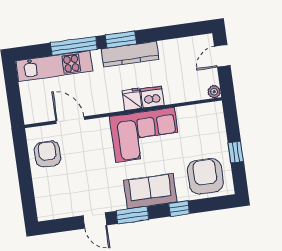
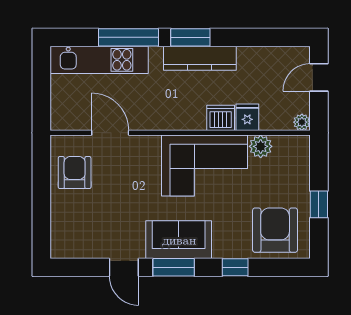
fridge: (132, 99) -> (247, 117), moved
plant: (186, 114) -> (261, 146), added
sofa: (150, 191) -> (179, 240), moved

